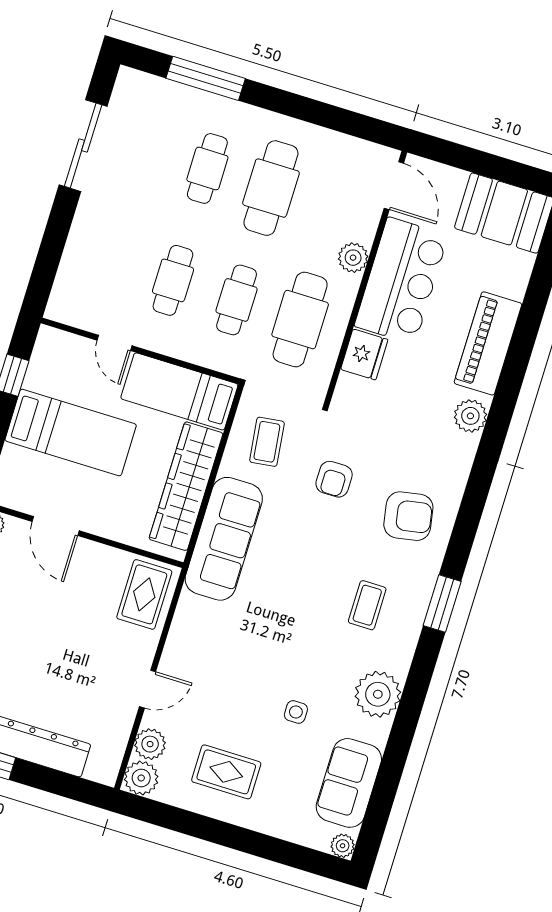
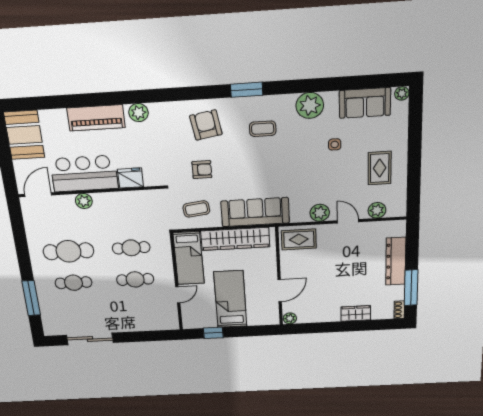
cafe table: (300, 320) -> (127, 215), removed
plant: (141, 778) -> (320, 213), moved

